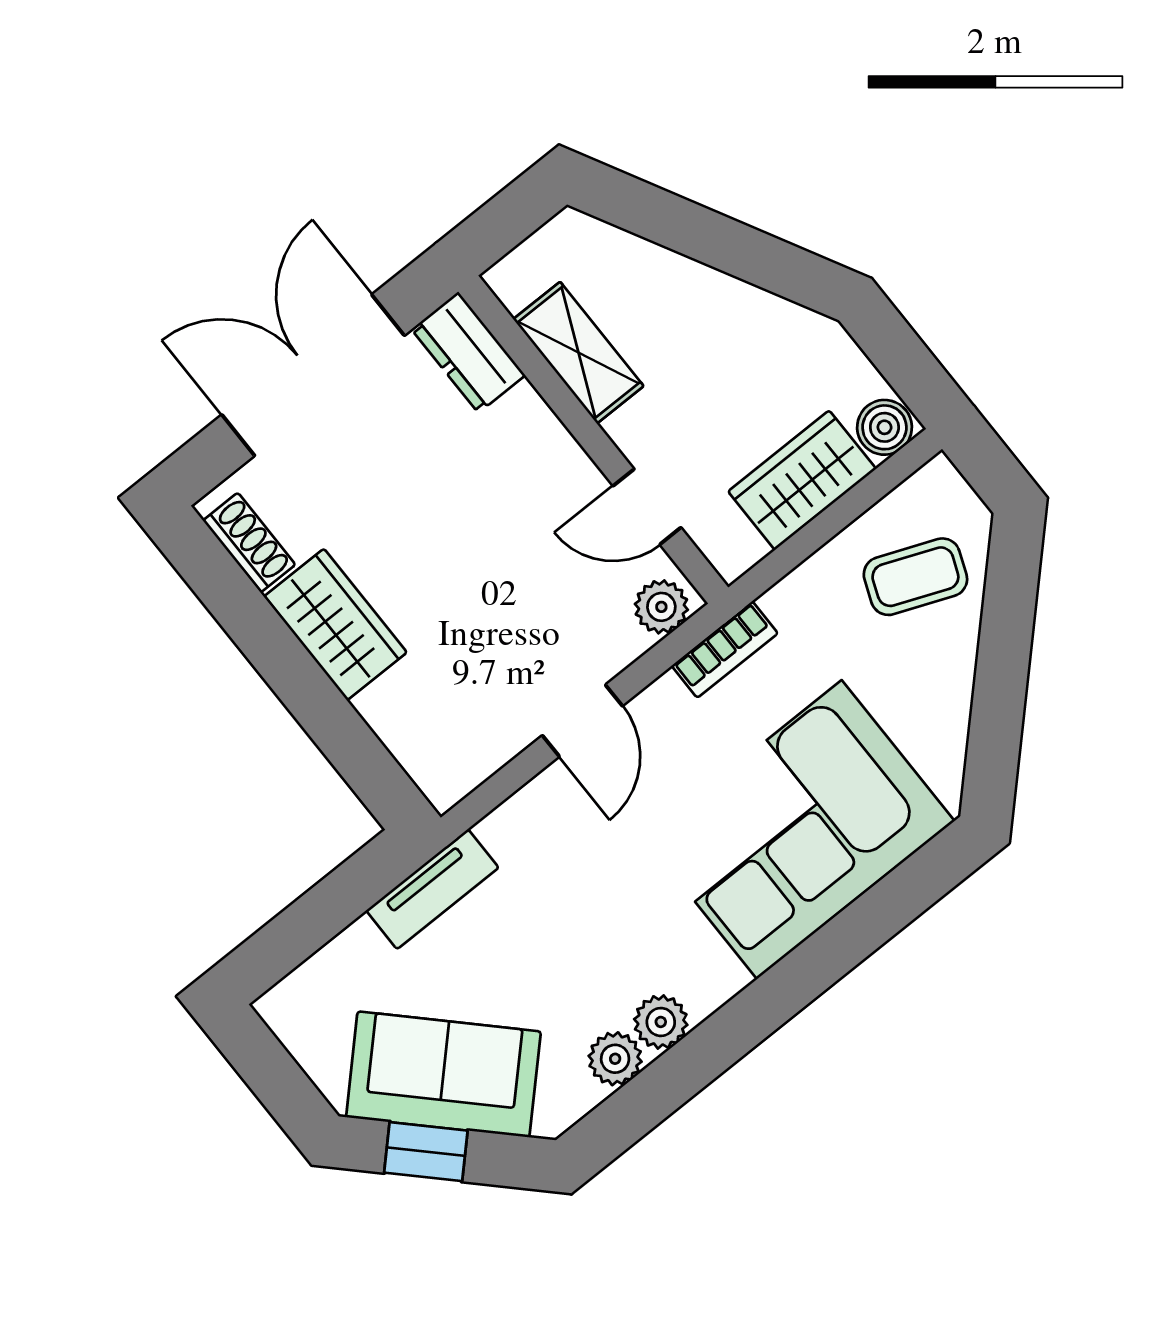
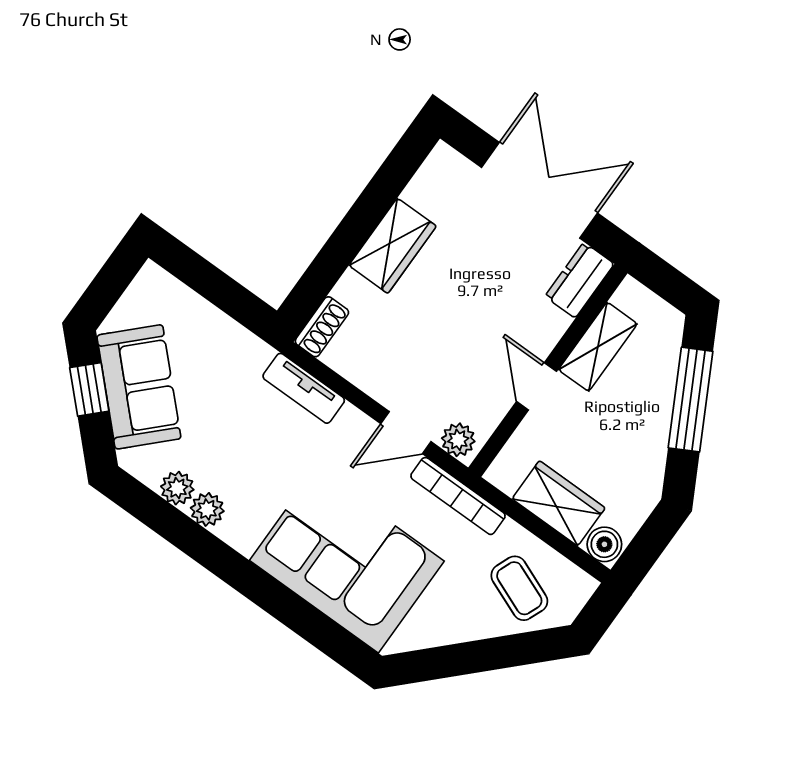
window: (699, 233) -> (691, 400), added
door: (647, 507) -> (536, 386), moved
shoe rack: (249, 543) -> (322, 327), moved
bookcase: (725, 649) -> (458, 496), width x1.56
door: (582, 721) -> (406, 433), moved
tv unit: (432, 889) -> (304, 388), moved

